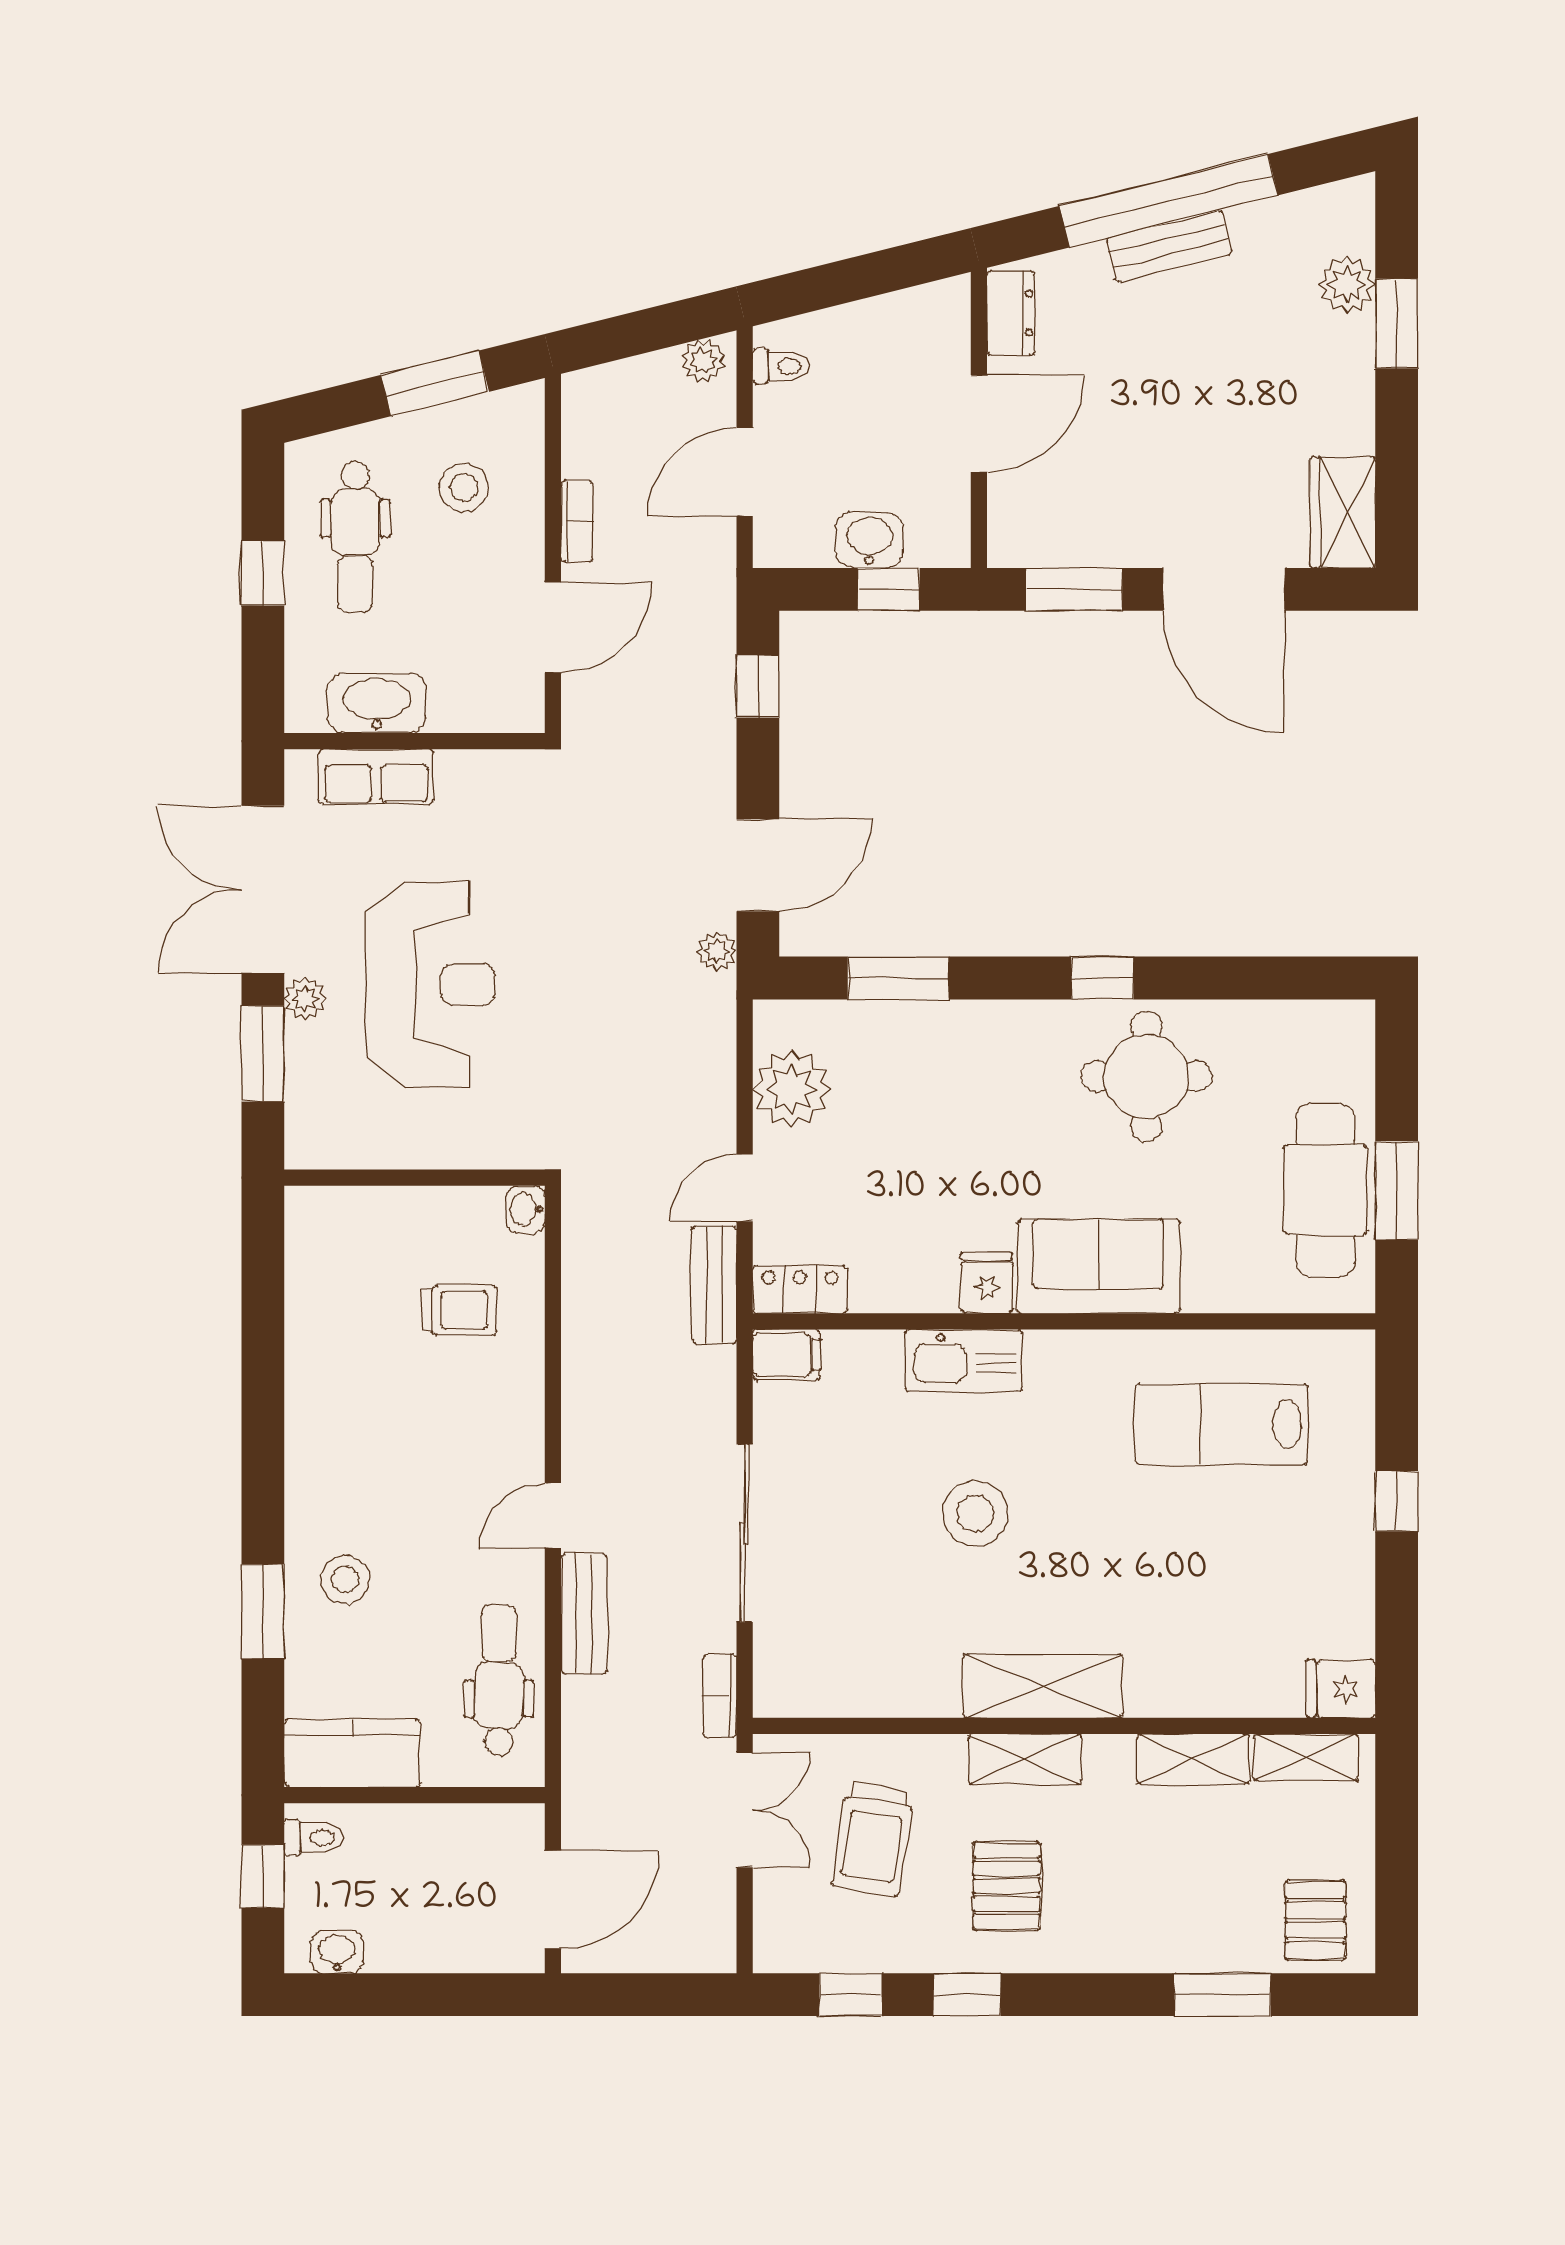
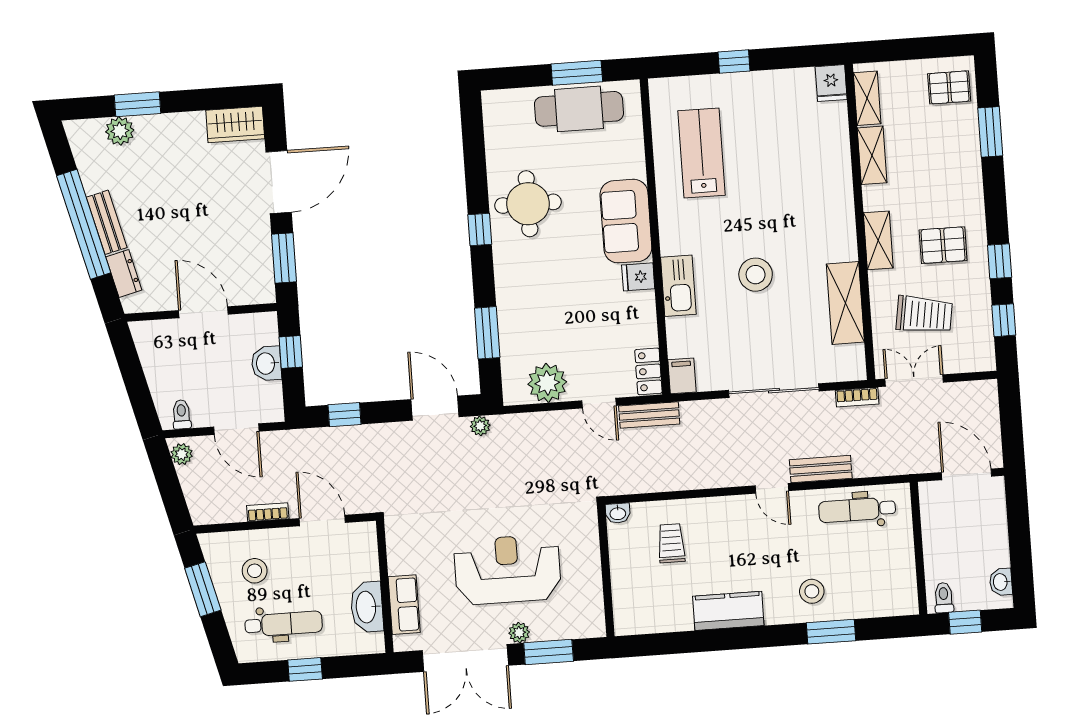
dresser: (1011, 313) -> (124, 273), moved, turned 76
lab bench: (1222, 1424) -> (701, 153), turned 180
shelving: (1043, 1686) -> (845, 303), moved
kitchen counter: (352, 1753) -> (728, 611), moved, turned 90

